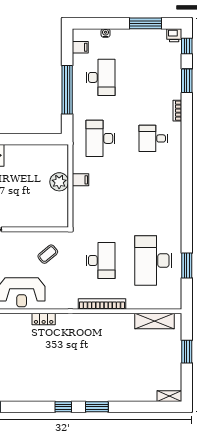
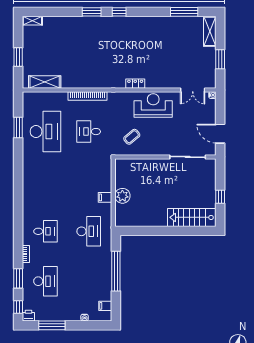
desk: (101, 77) -> (45, 281), moved, turned 180
desk: (101, 260) -> (89, 132), width x0.73

